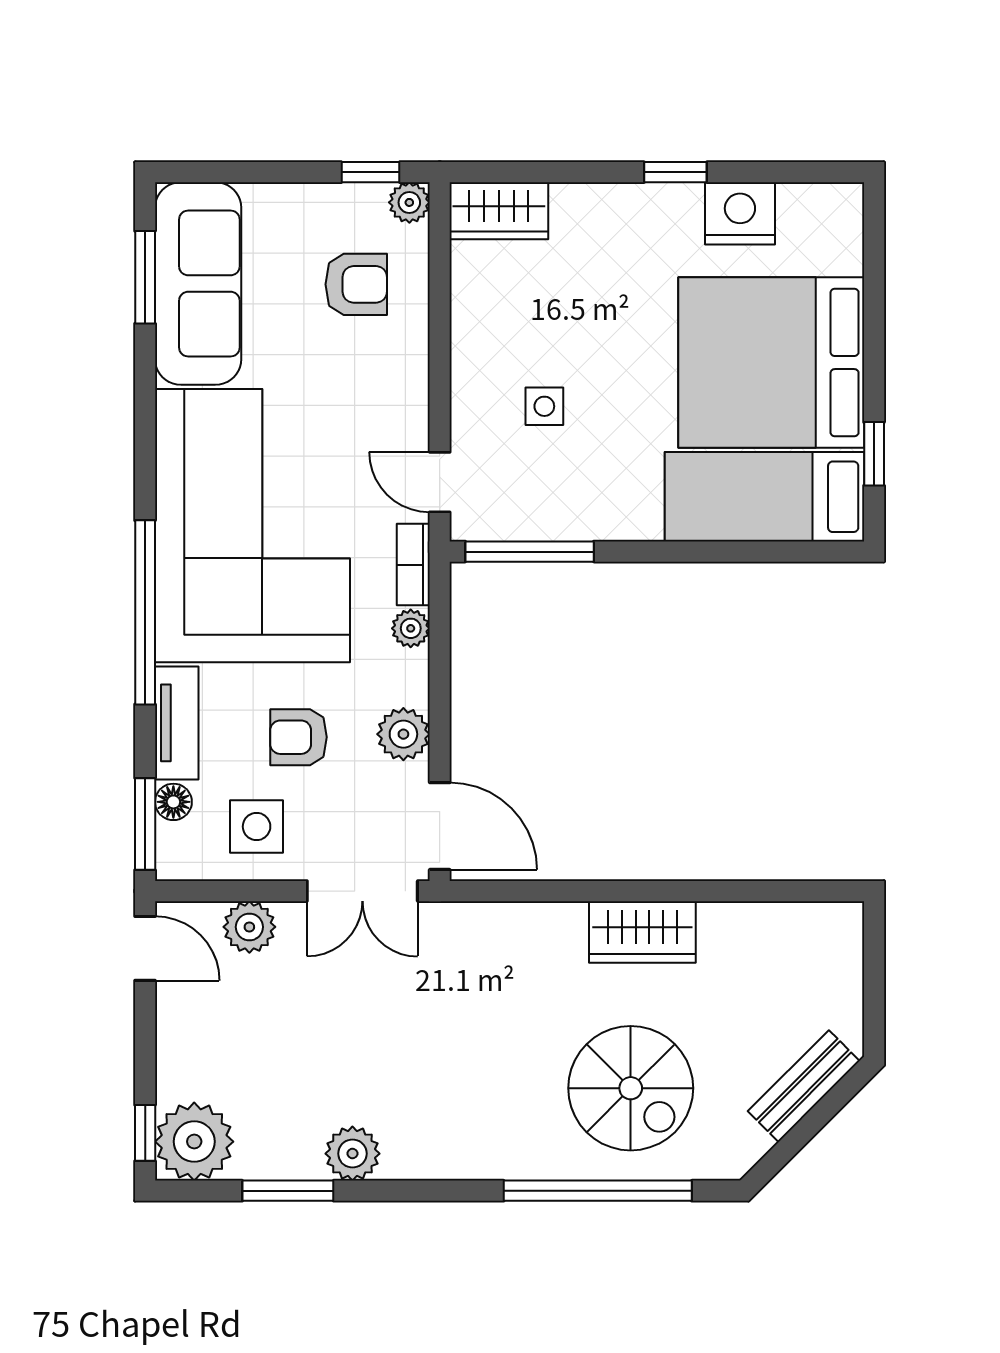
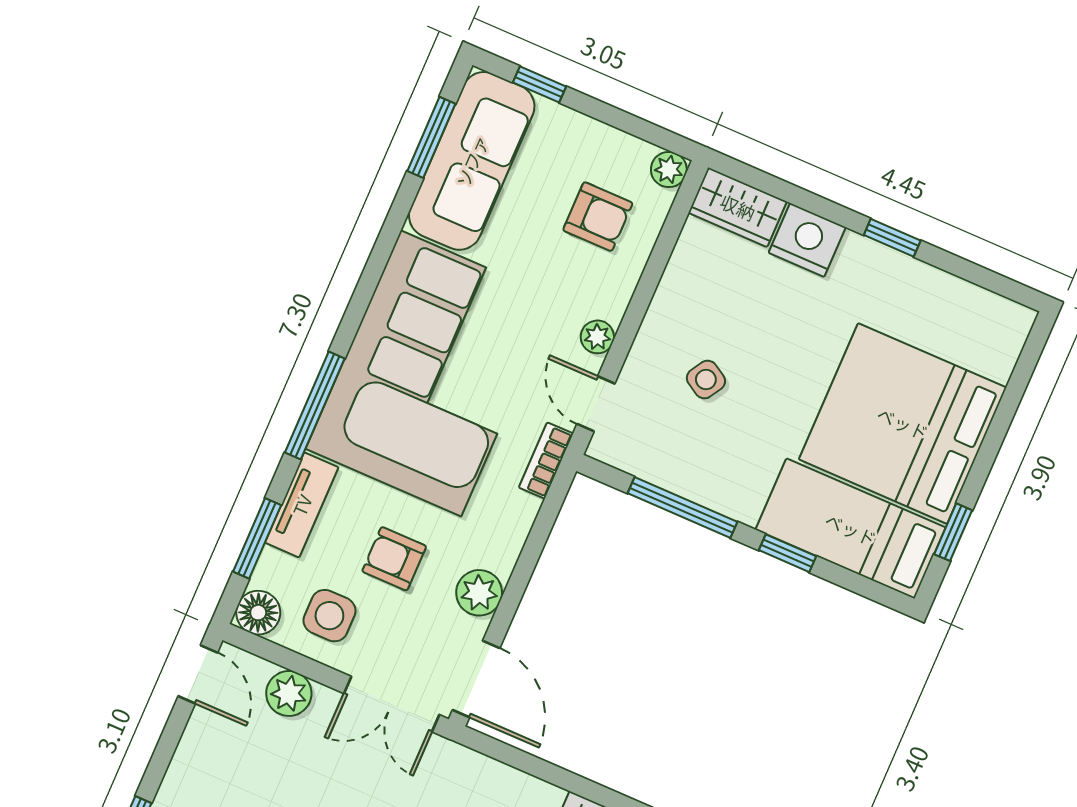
window: (370, 172) -> (540, 84), moved
nightstand: (740, 213) -> (807, 240), moved
side table: (544, 406) -> (706, 380), turned 31
window: (530, 552) -> (682, 508), moved
window: (709, 552) -> (787, 553), added
window: (145, 612) -> (315, 406), width x0.68
plant: (411, 628) -> (597, 337), moved
floor lamp: (173, 802) -> (258, 613), moved, width x1.37, depth x1.37
window: (145, 824) -> (257, 538), moved

